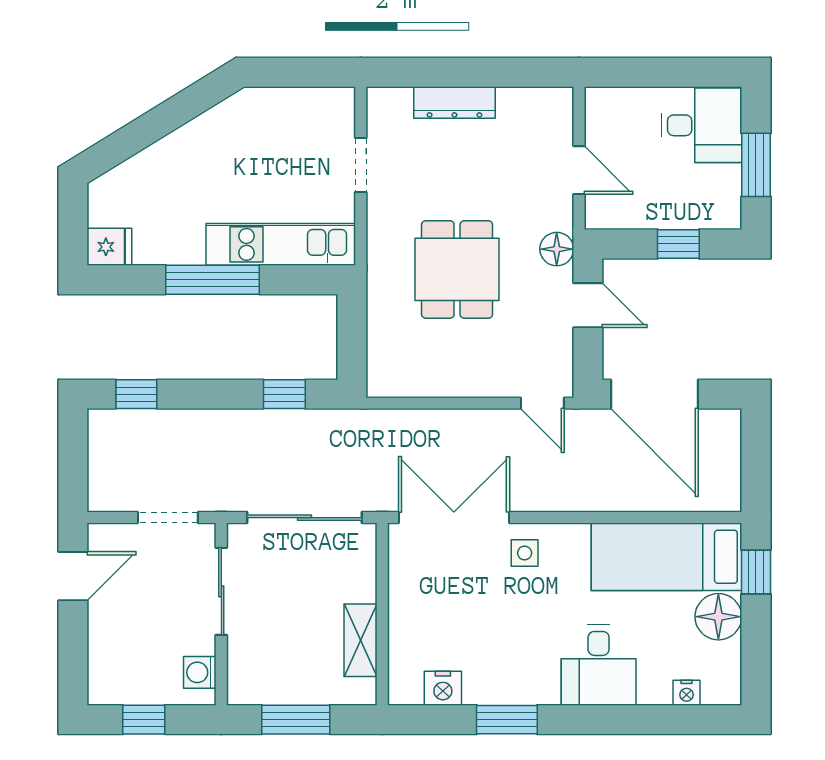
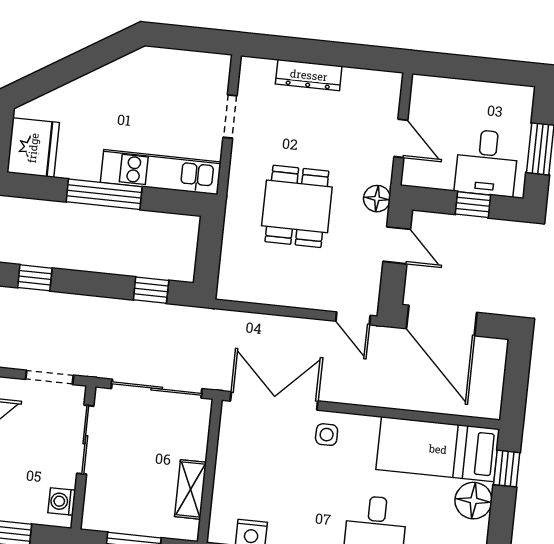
desk: (701, 125) -> (487, 163), moved, turned 90
fridge: (109, 247) -> (33, 148), width x1.88, depth x1.34

